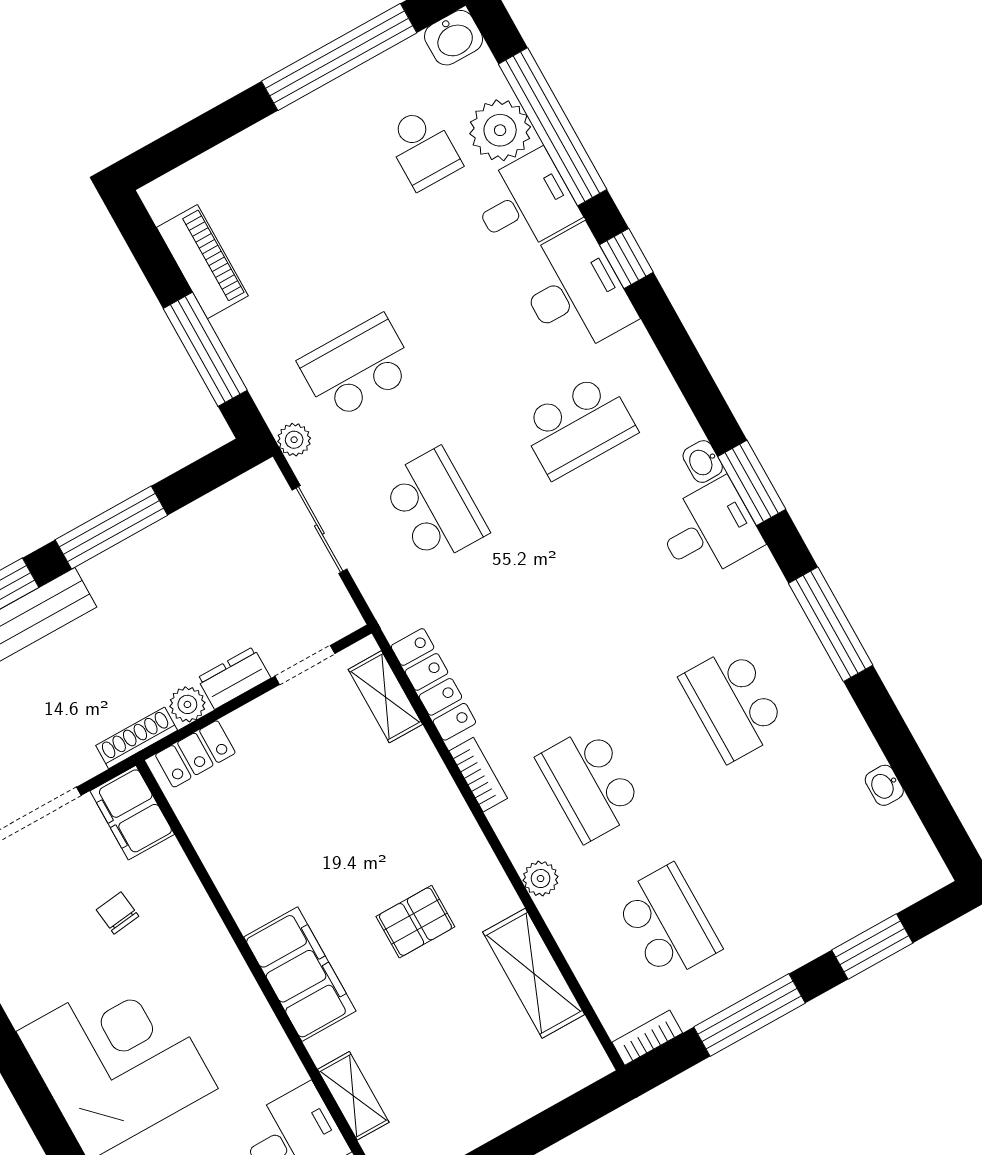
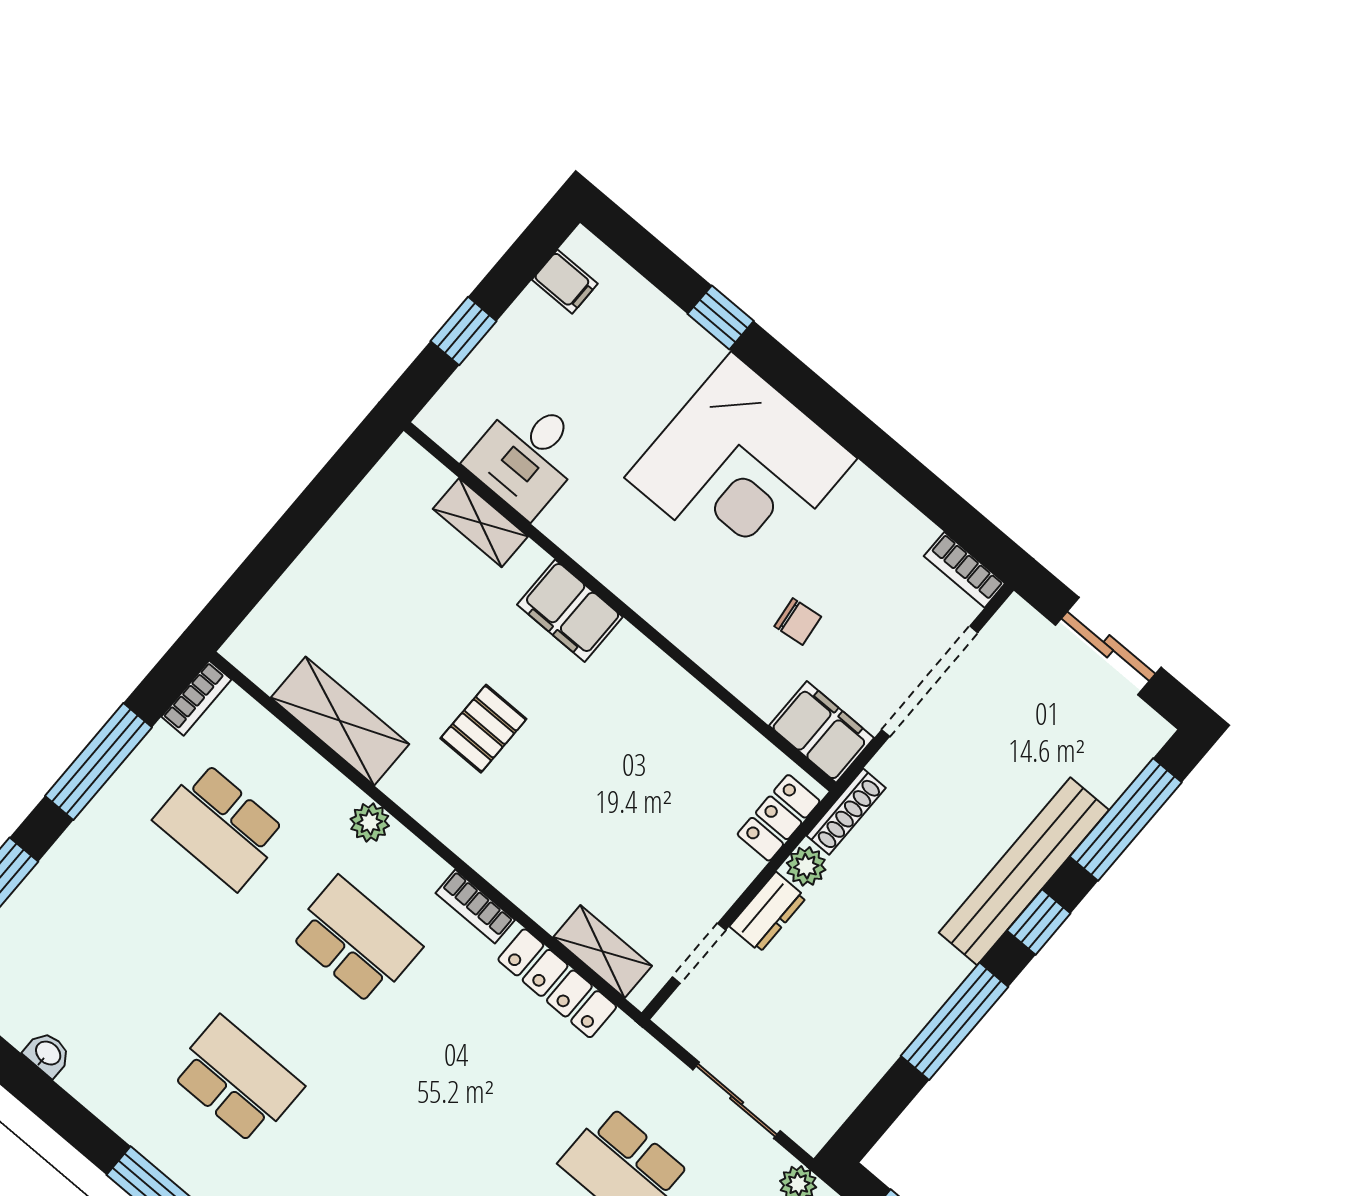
filing cabinet: (300, 974) -> (570, 611), width x0.67, depth x0.86

